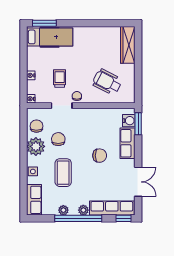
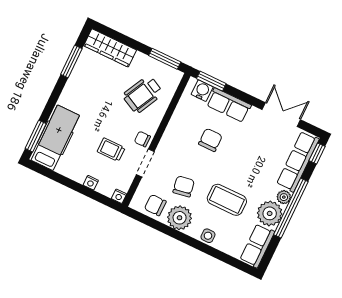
window: (106, 23) -> (71, 62), added
window: (138, 85) -> (165, 59), added
chair: (58, 139) -> (184, 186), turned 82
chair: (100, 156) -> (210, 140), moved
row of seats: (34, 200) -> (257, 246), moved, turned -90
plant: (63, 210) -> (270, 213), width x1.87, depth x1.87

